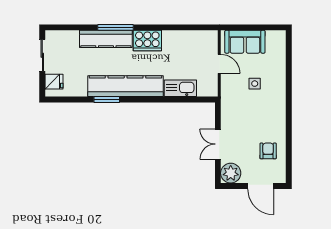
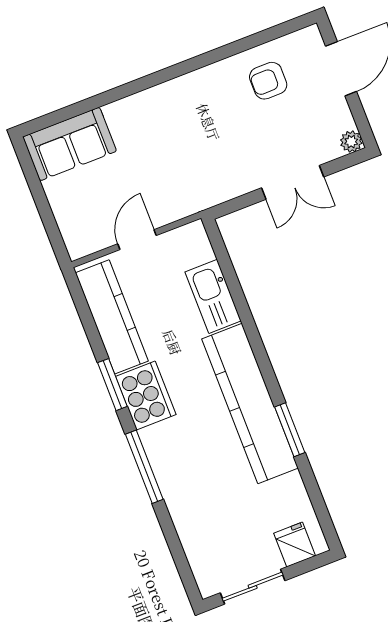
window: (158, 27) -> (112, 385), added
kitchen counter: (106, 39) -> (112, 317), moved
sofa: (245, 42) -> (70, 144), moved, turned 90
side table: (255, 84) -> (149, 157), removed
plant: (231, 173) -> (351, 142), width x0.53, depth x0.53

